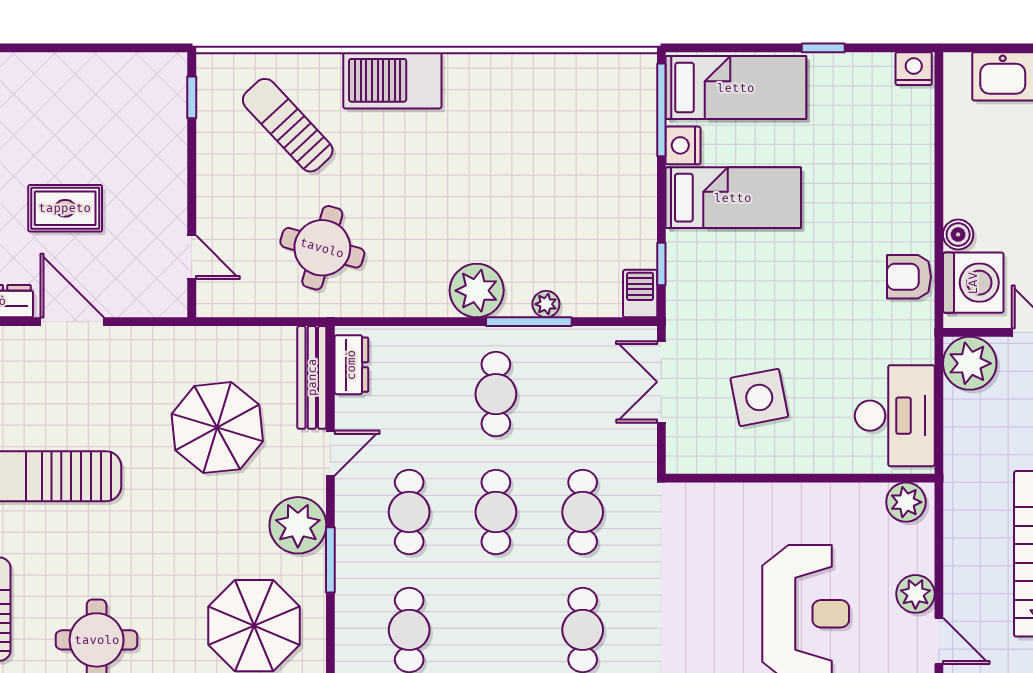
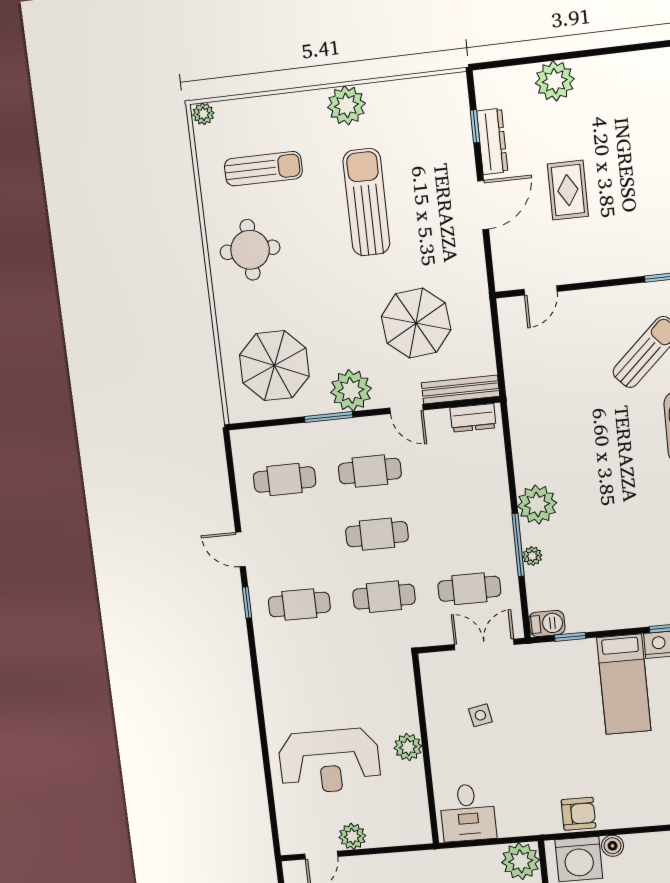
round table: (322, 248) -> (557, 387), removed
armchair: (909, 277) -> (579, 814), turned 90
cafe table: (496, 394) -> (469, 589), moved
side table: (759, 397) -> (480, 715), width x0.54, depth x0.54
desk: (895, 416) -> (468, 813), width x0.73
plant: (906, 502) -> (408, 747), moved

